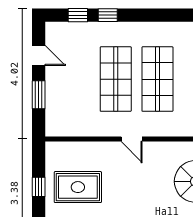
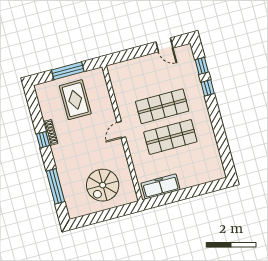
door: (39, 56) -> (164, 45), hinge flipped
window: (39, 95) -> (135, 53), removed
window: (39, 187) -> (68, 71), width x2.17

